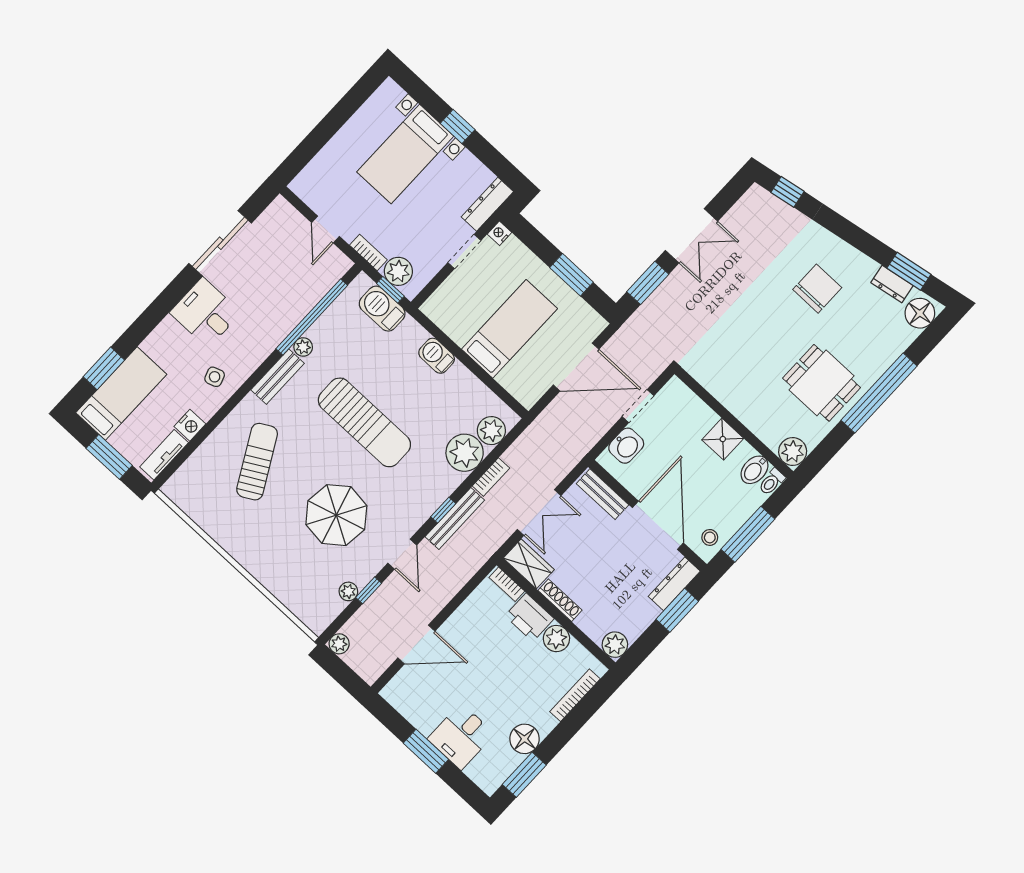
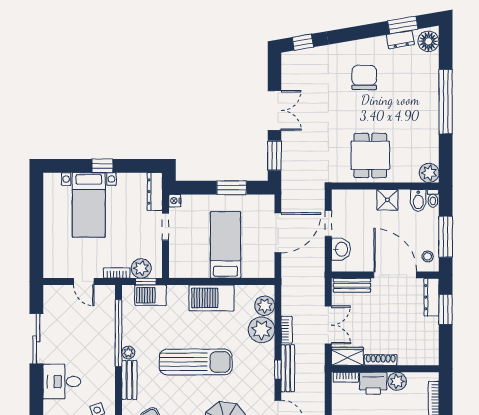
barbecue: (437, 356) -> (211, 298), width x1.88, depth x1.53
dining table: (822, 383) -> (370, 155), moved, turned 90
plant: (615, 645) -> (430, 357), removed

